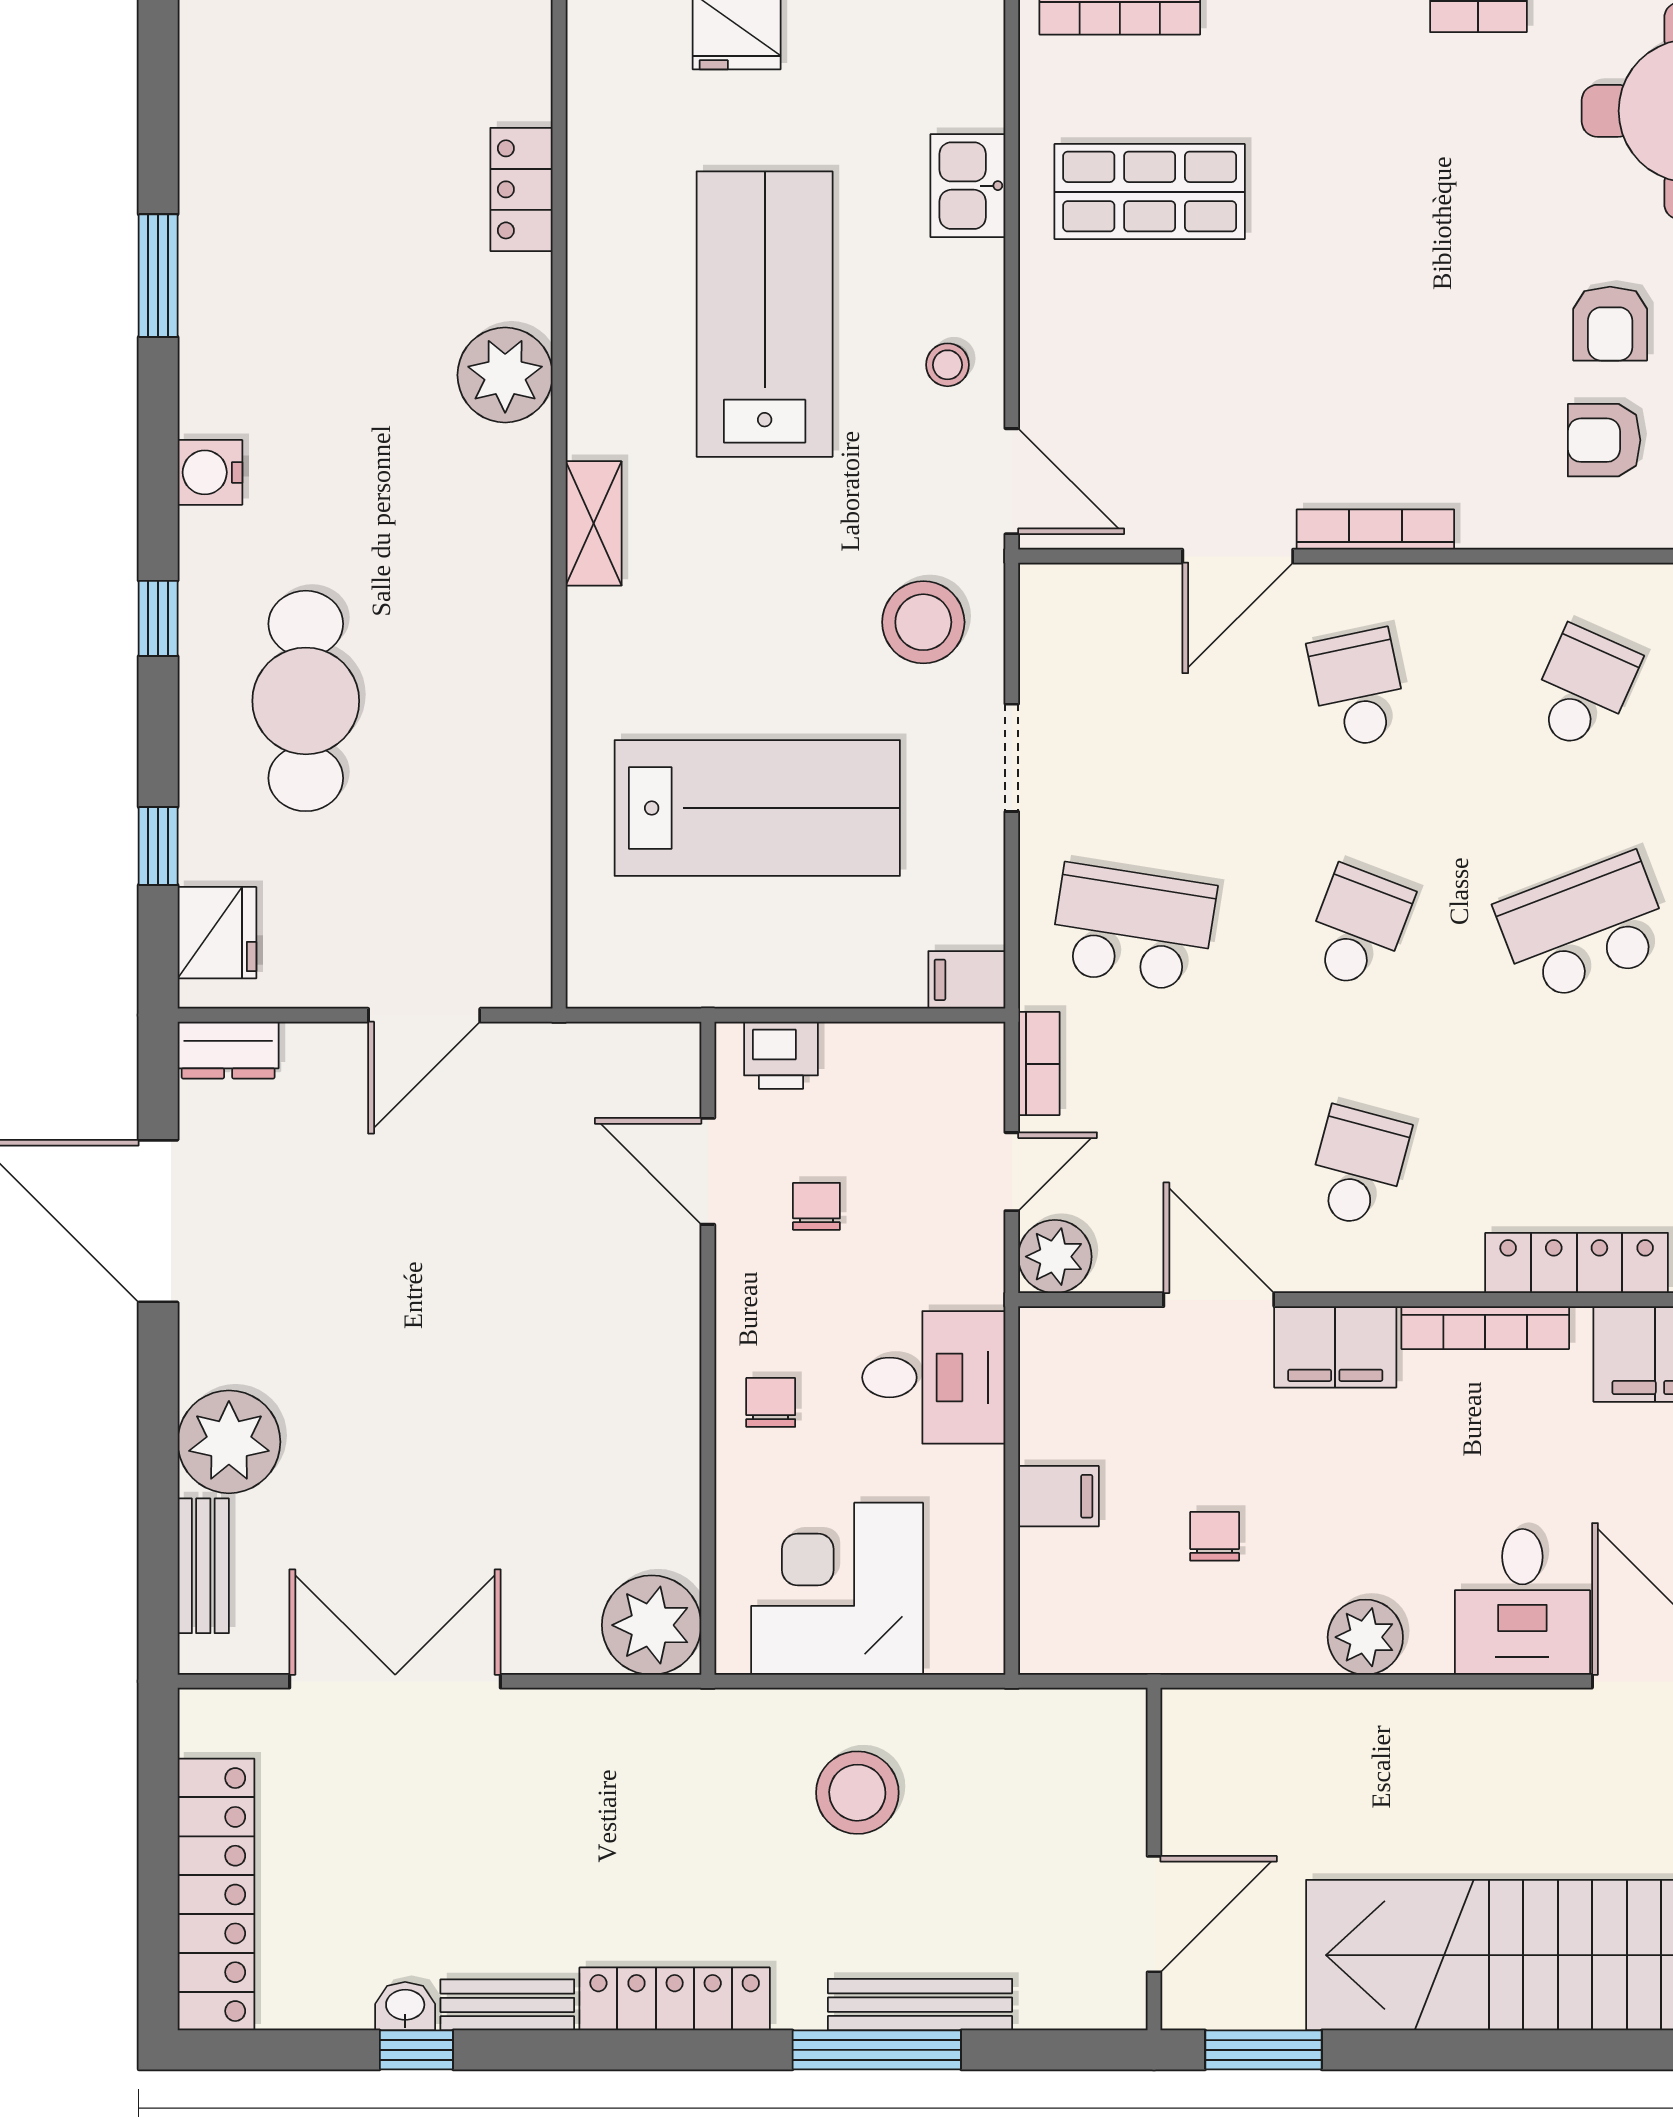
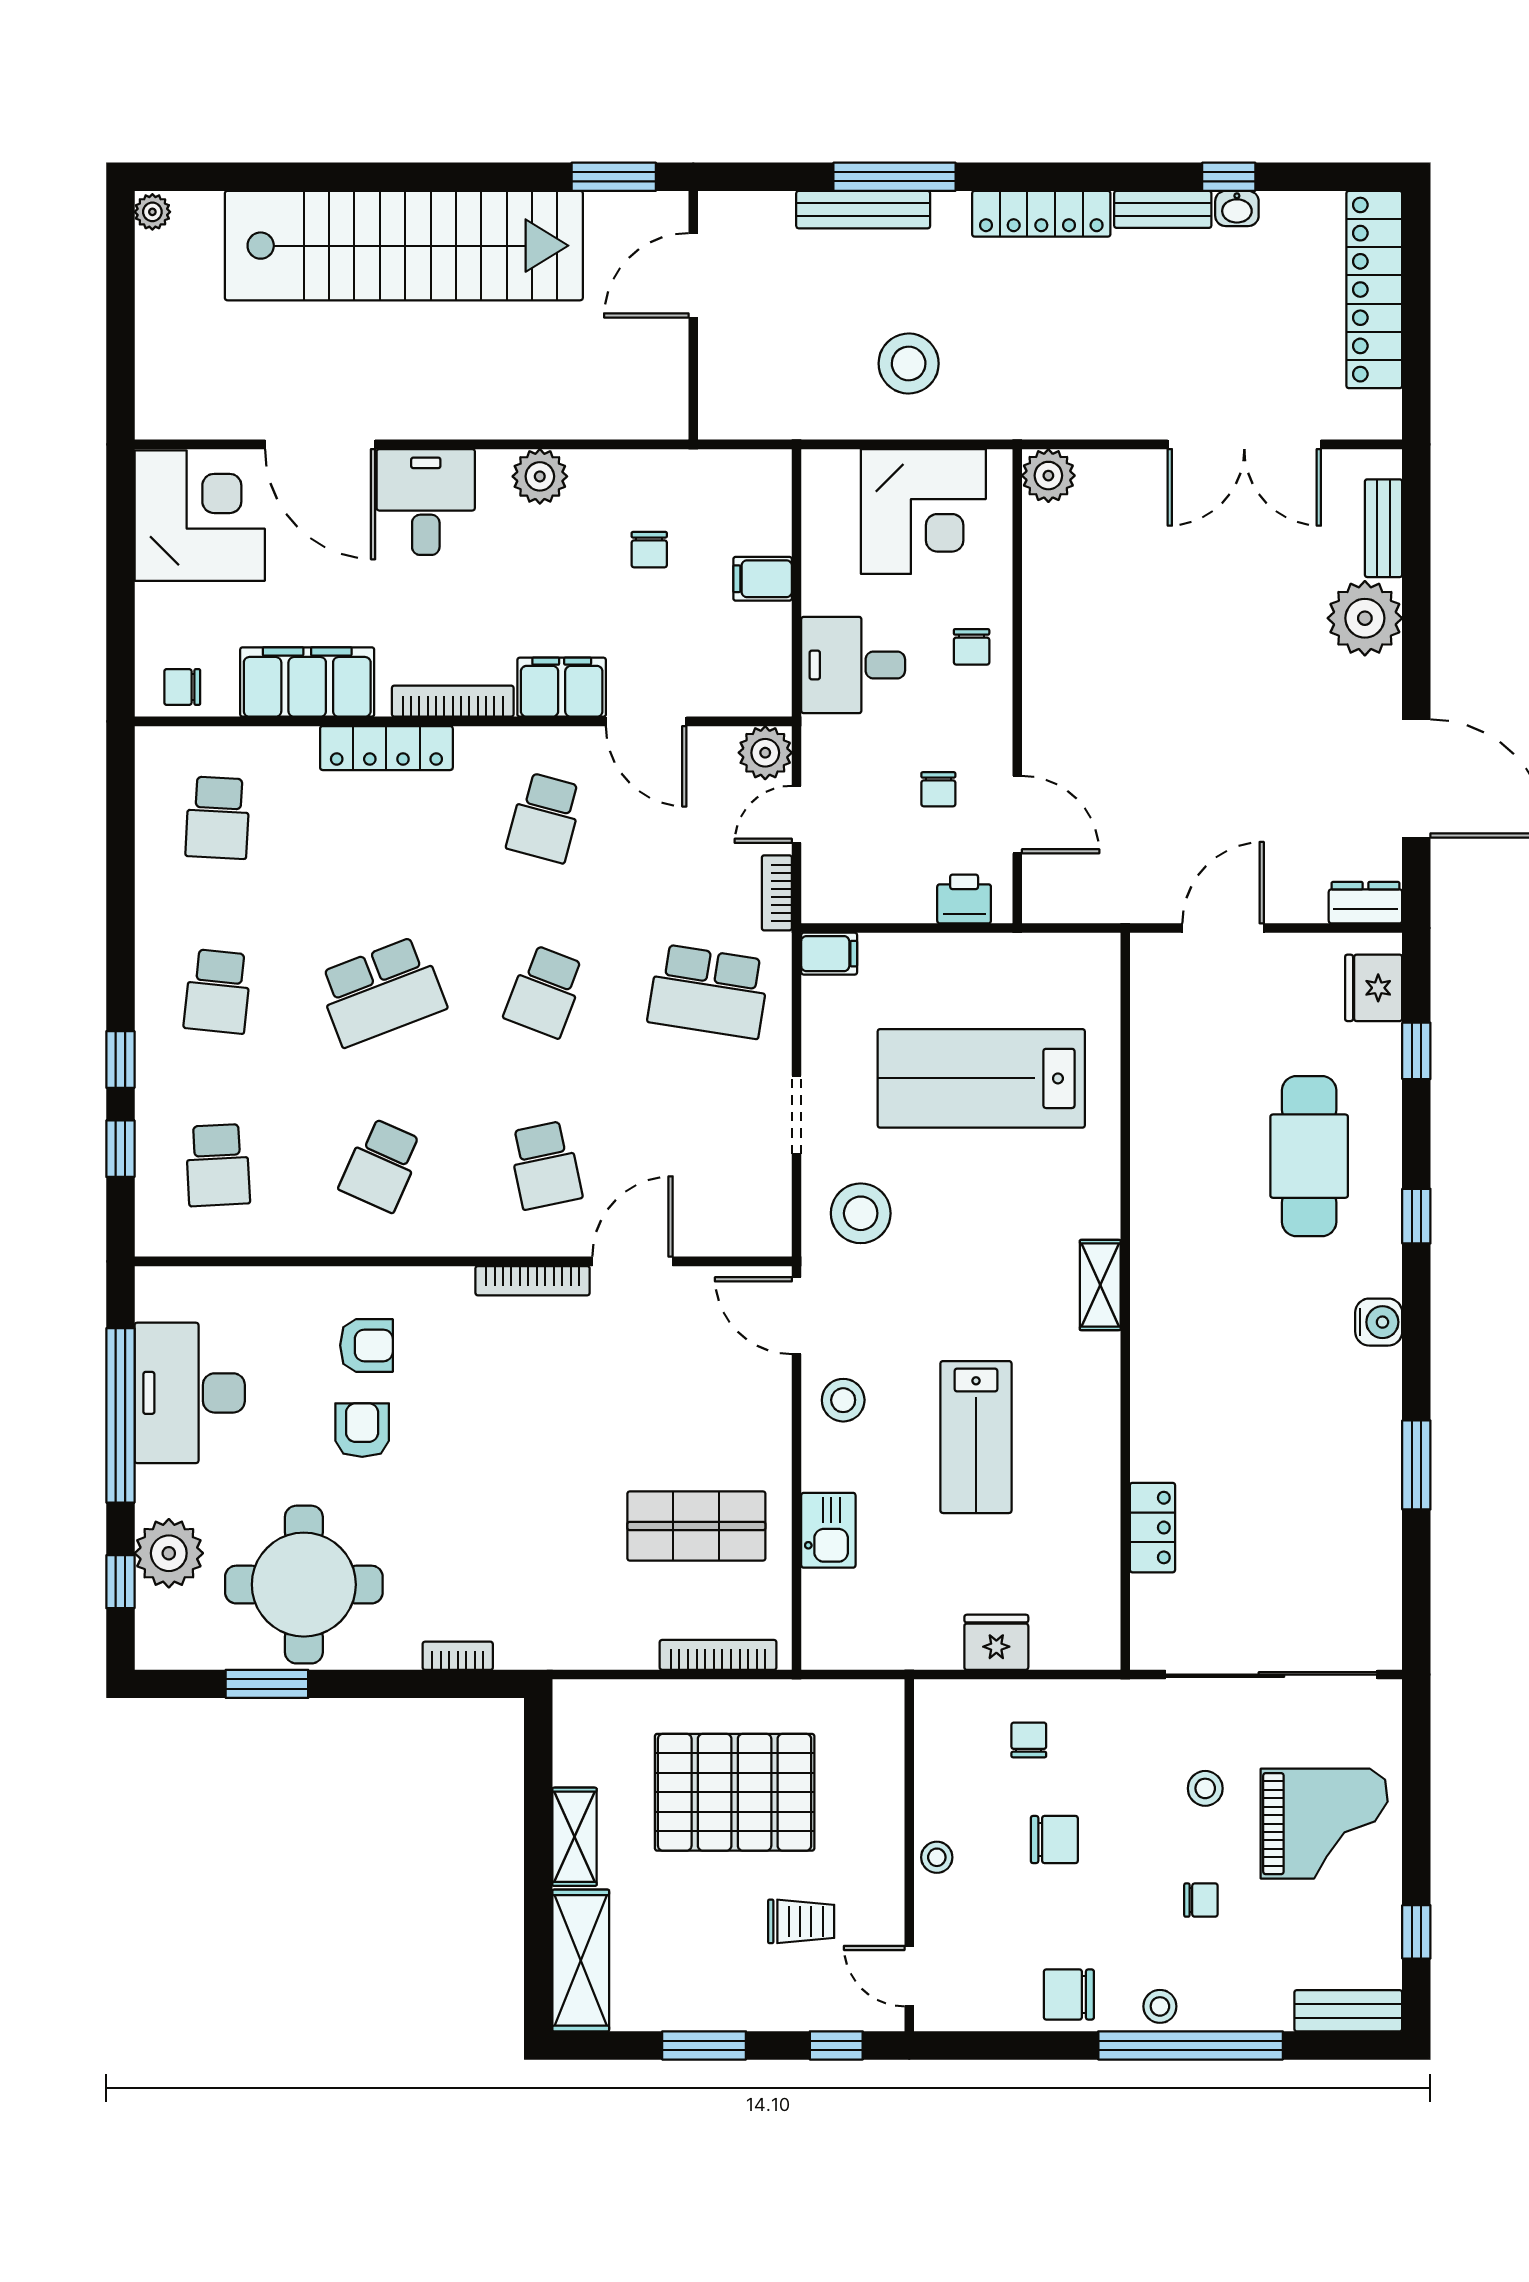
lab bench: (765, 314) -> (976, 1437), width x0.73, depth x0.72
stool: (948, 365) -> (843, 1400), width x1.37, depth x1.37
plant: (505, 375) -> (1164, 1393), removed
plant: (652, 1625) -> (1048, 476), width x0.73, depth x0.73

